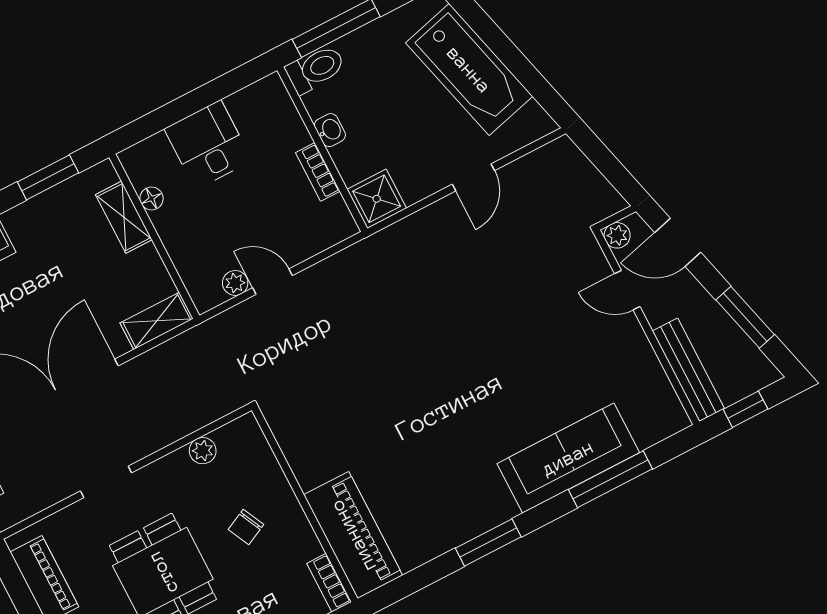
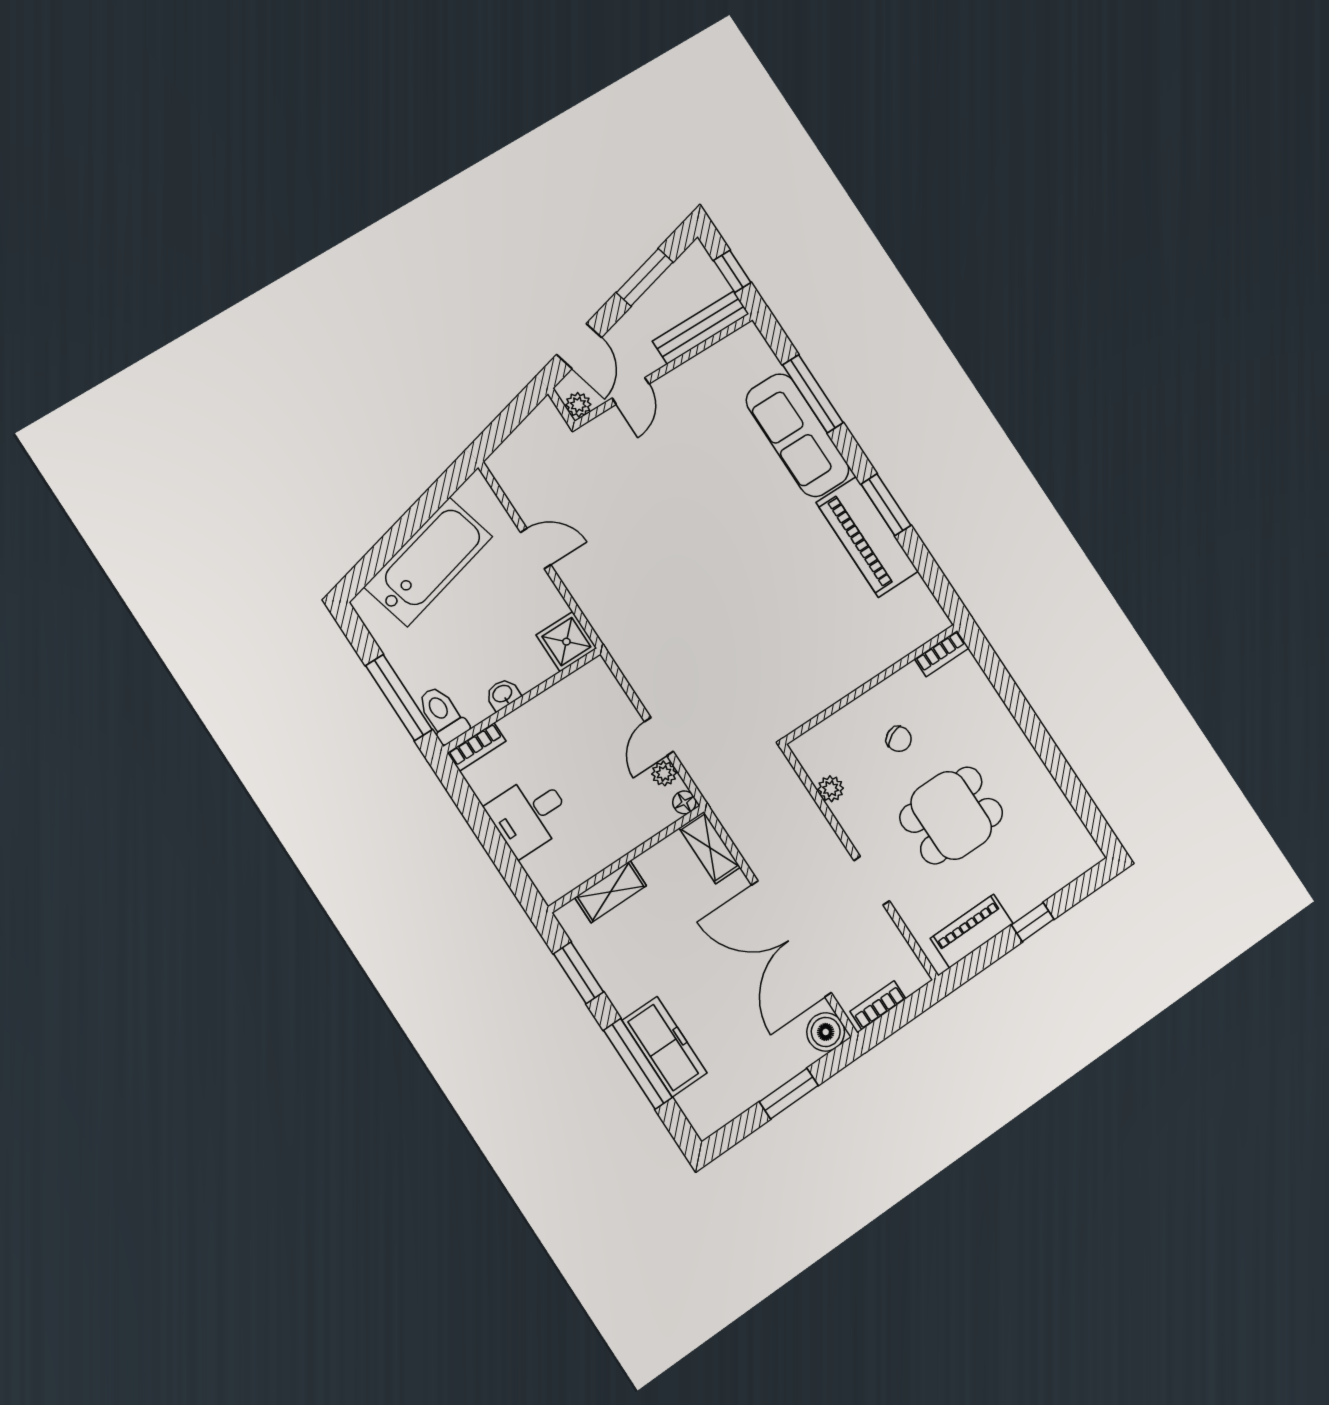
bookcase: (318, 172) -> (477, 747), moved
floor lamp: (152, 198) -> (684, 802), moved
piano: (353, 535) -> (867, 537), moved, turned -90

